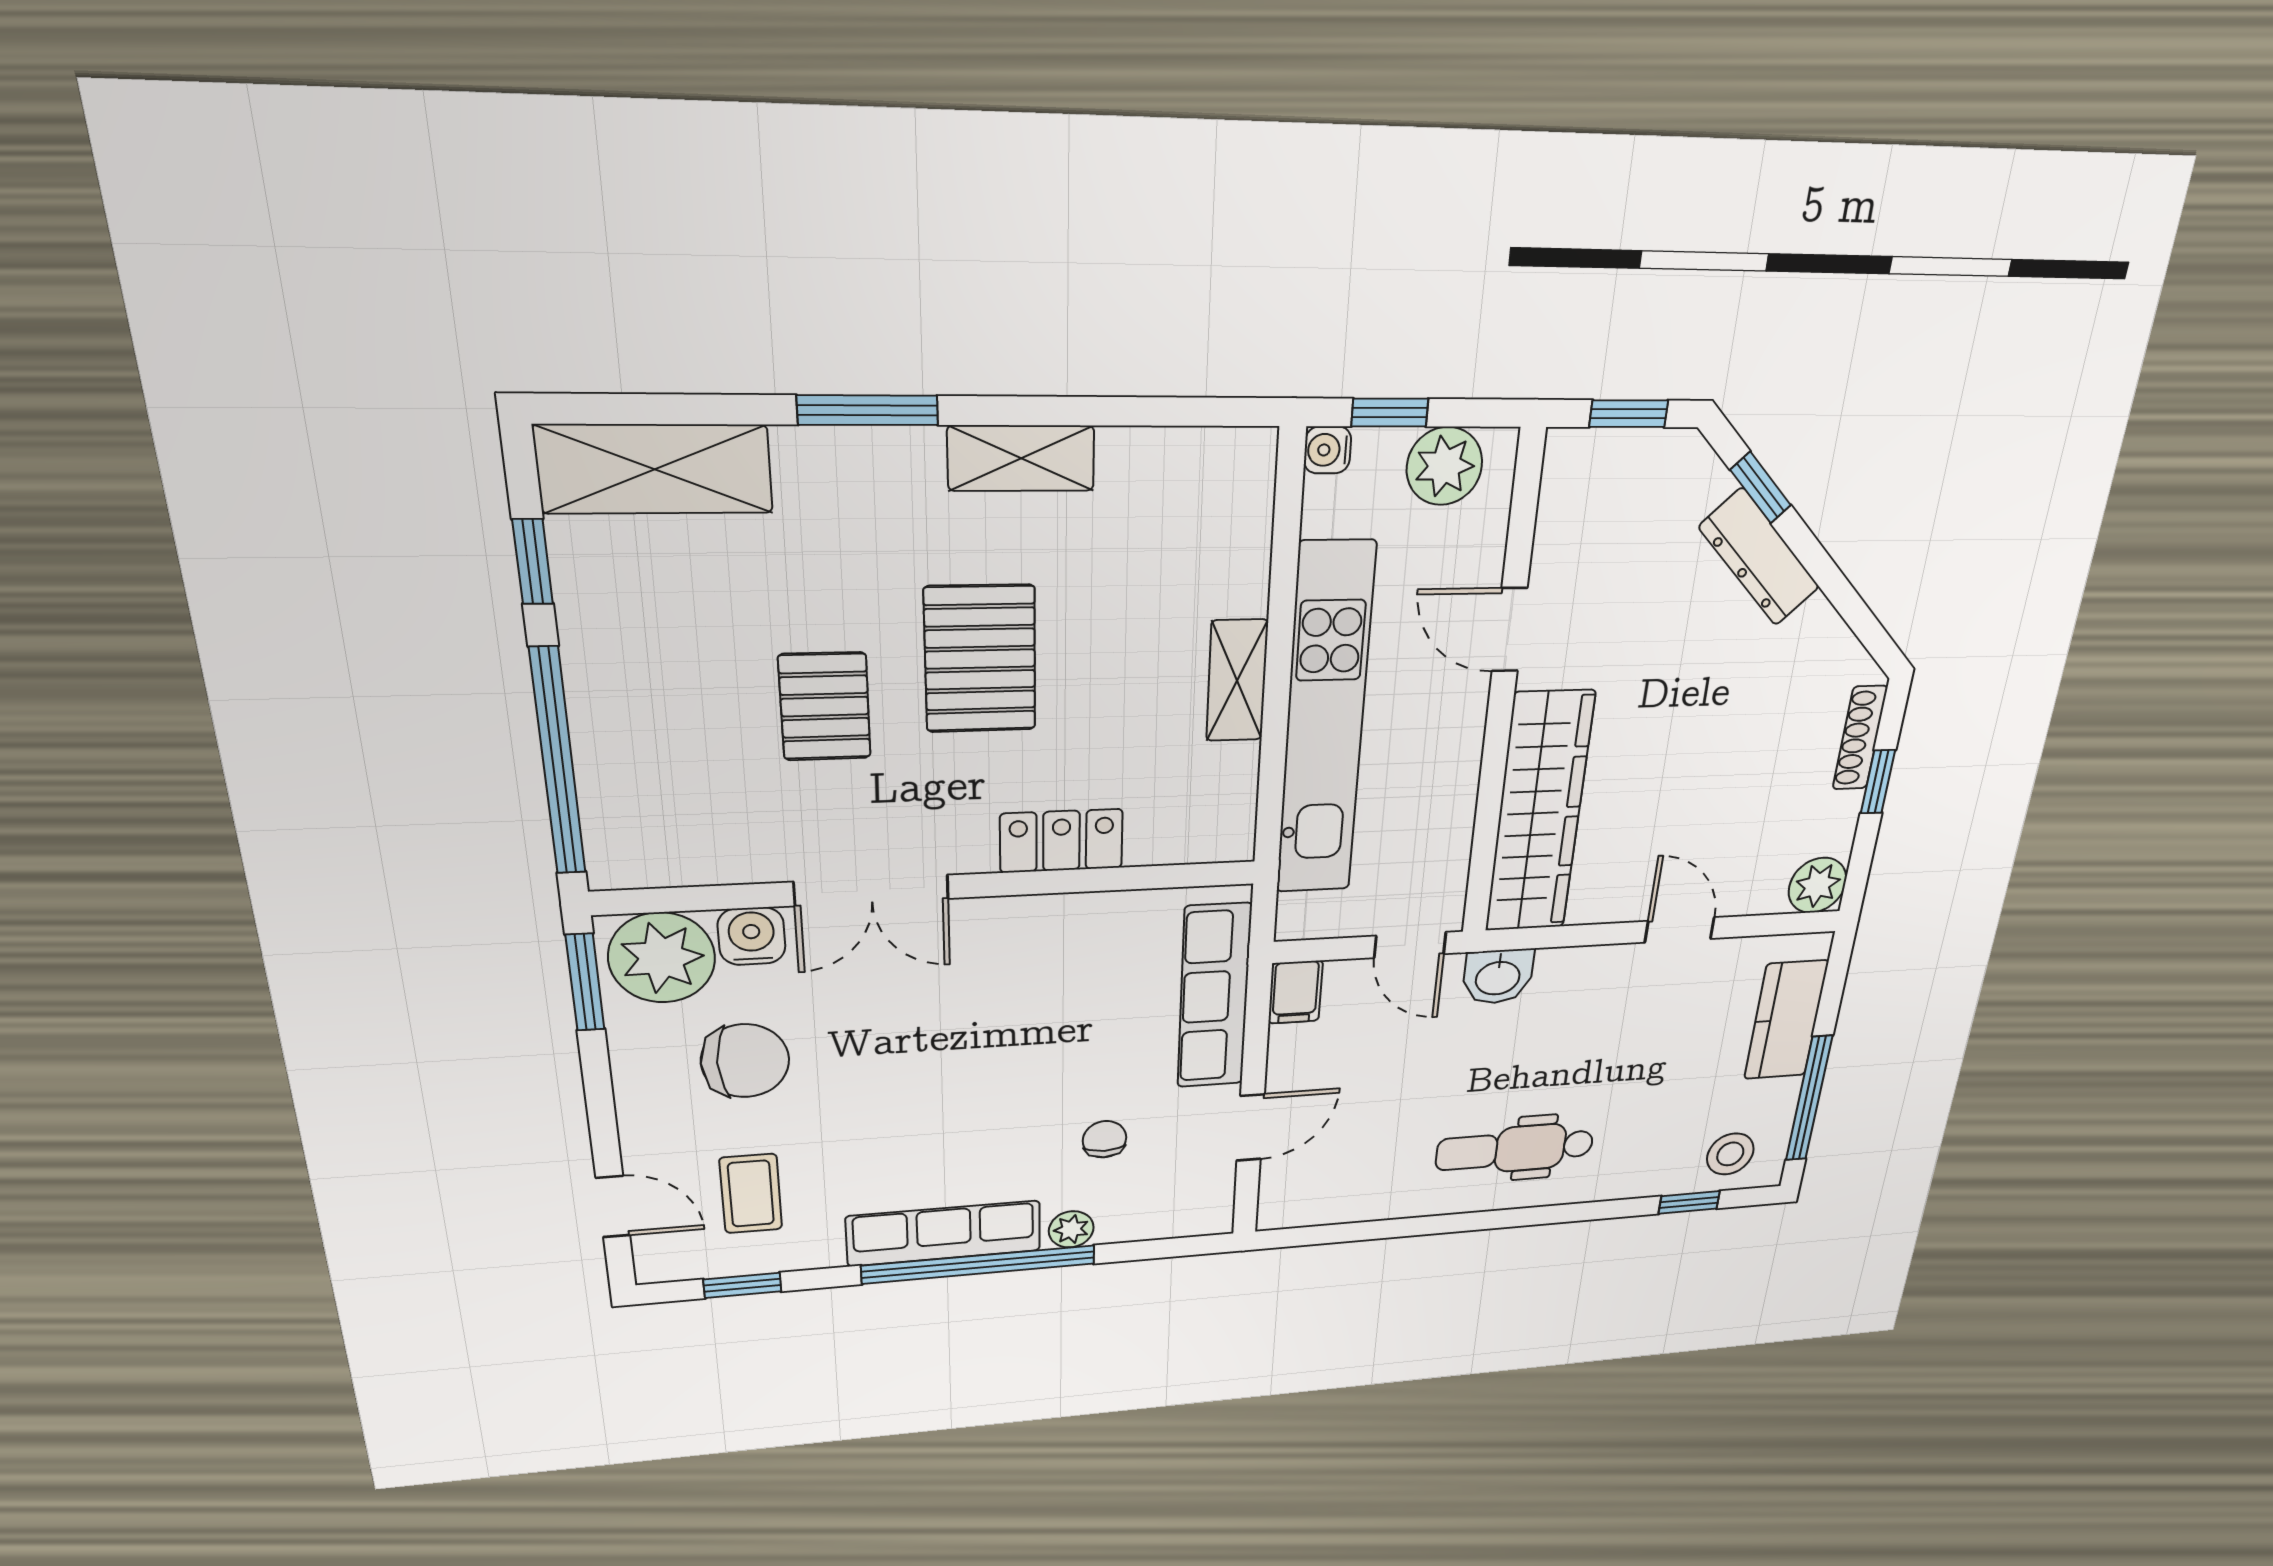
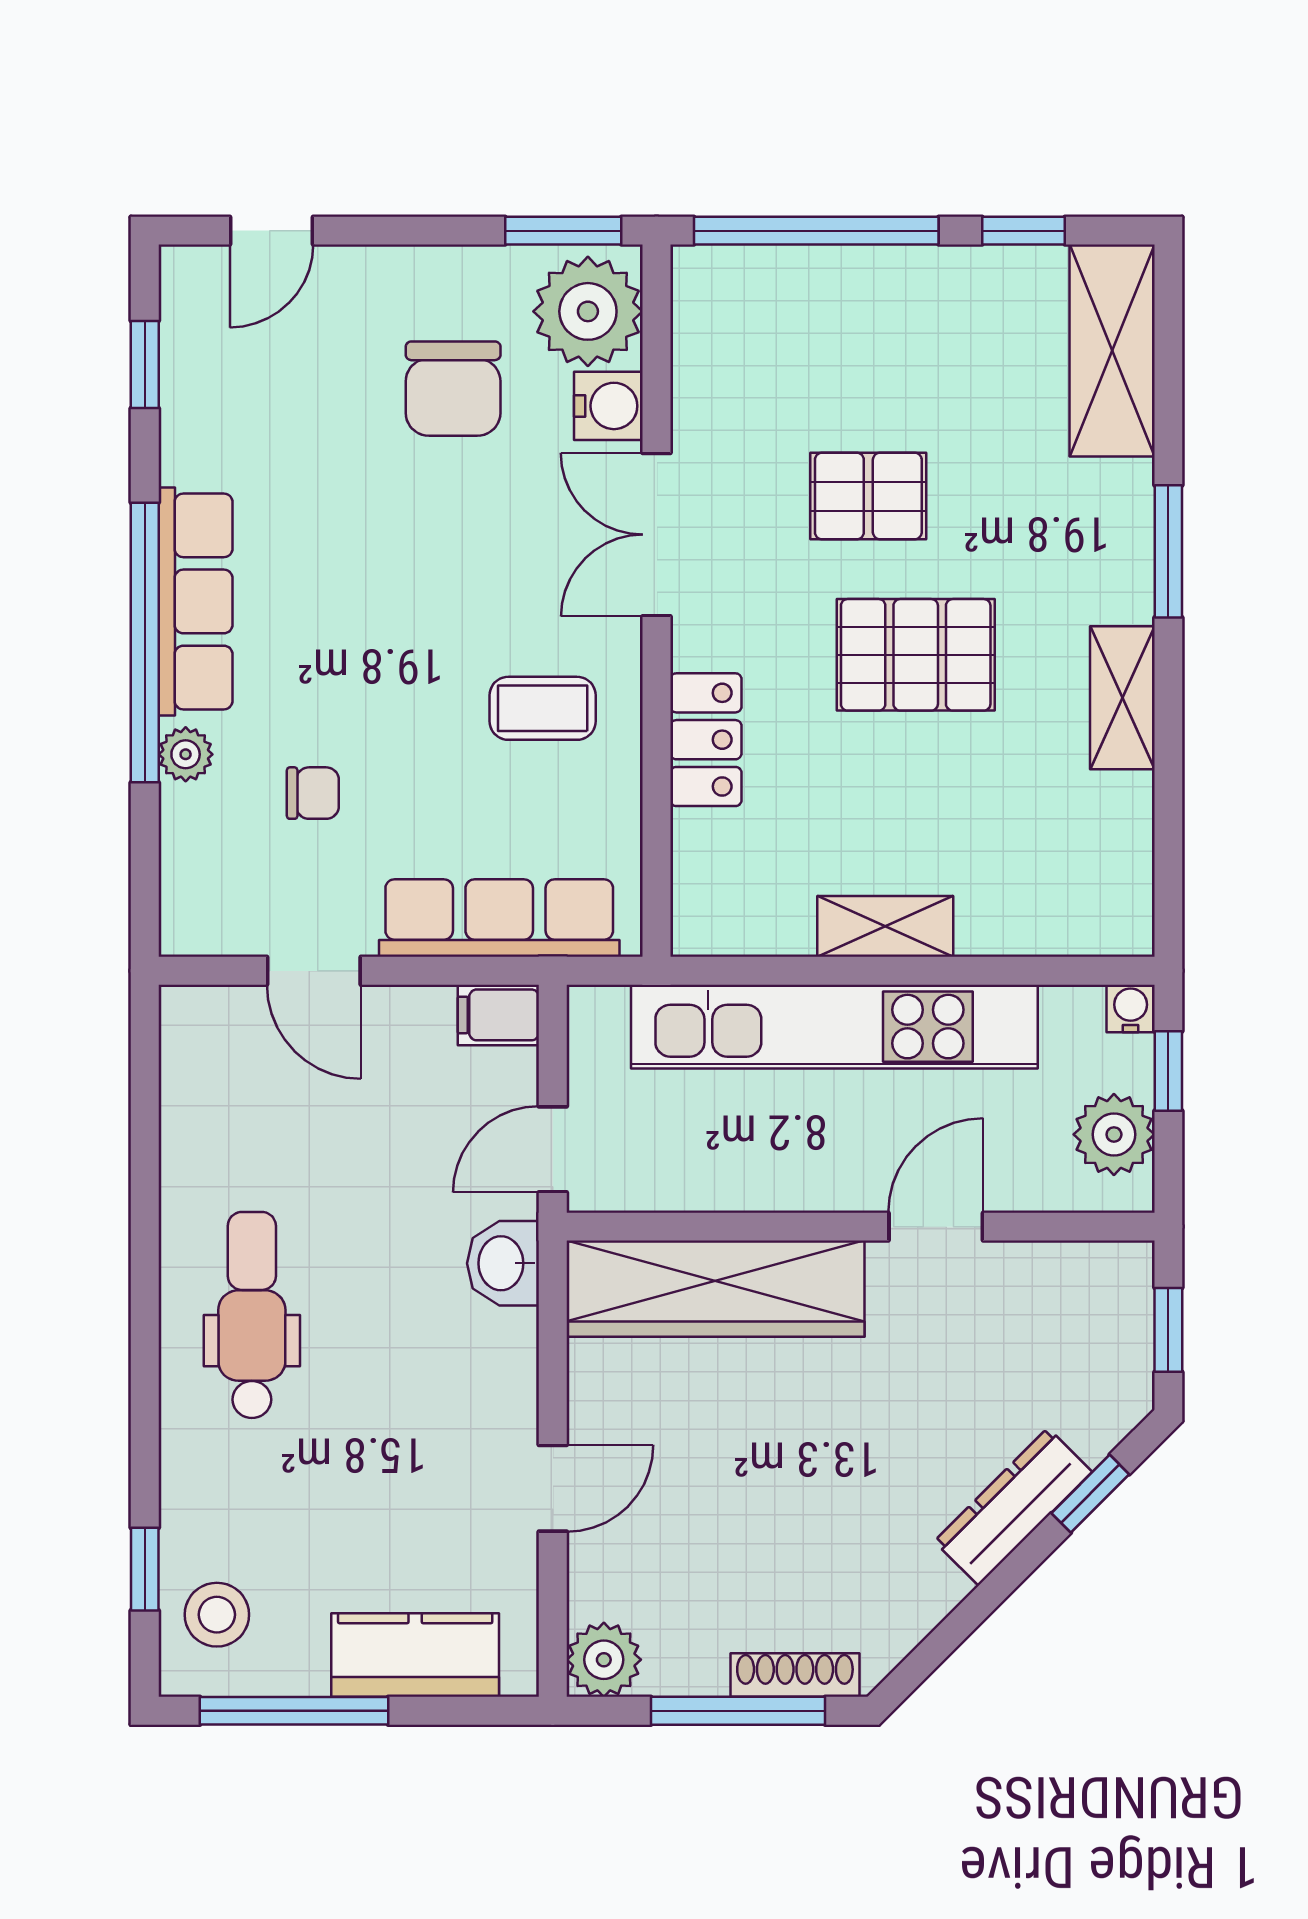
window: (1878, 782) -> (738, 1711), width x2.17
coffee table: (751, 1194) -> (543, 708), moved

